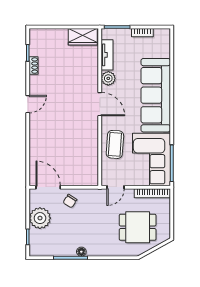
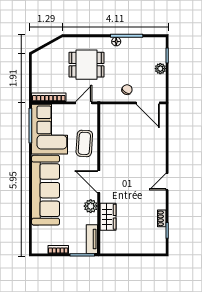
wardrobe: (83, 37) -> (108, 217), moved, turned 90
tv unit: (107, 55) -> (92, 239), moved
plant: (40, 218) -> (160, 69), width x0.53, depth x0.53
dining table: (138, 227) -> (87, 65), moved

